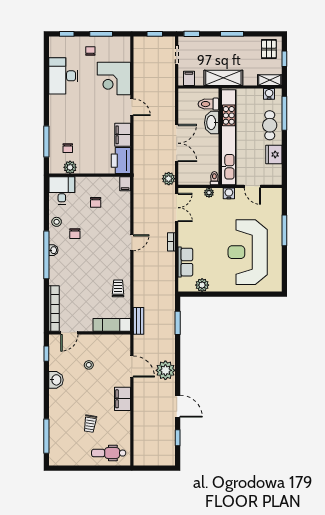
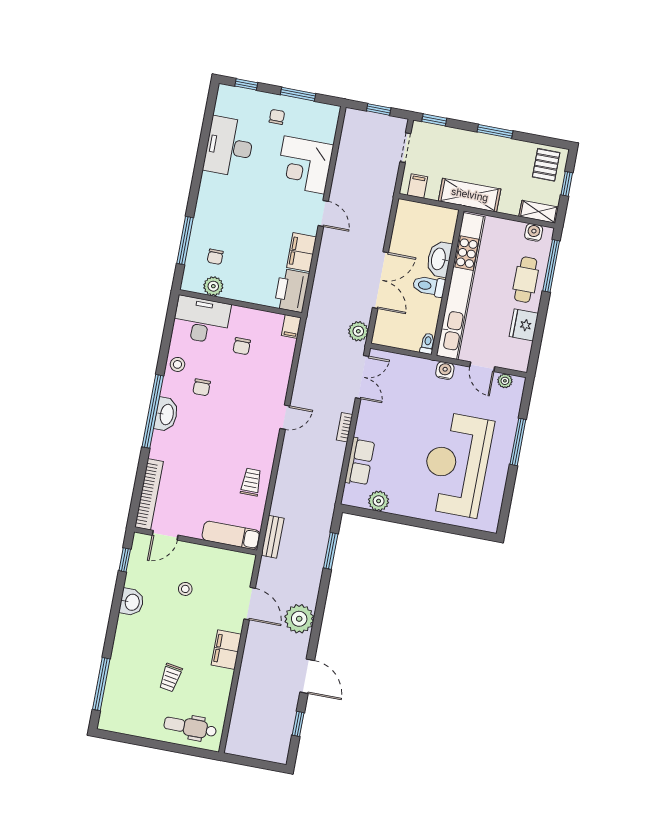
toilet: (208, 104) -> (429, 286), moved
desk: (62, 190) -> (201, 320), width x1.37
plant: (209, 193) -> (505, 381), moved
washbasin: (53, 250) -> (166, 414), width x1.91, depth x1.45

